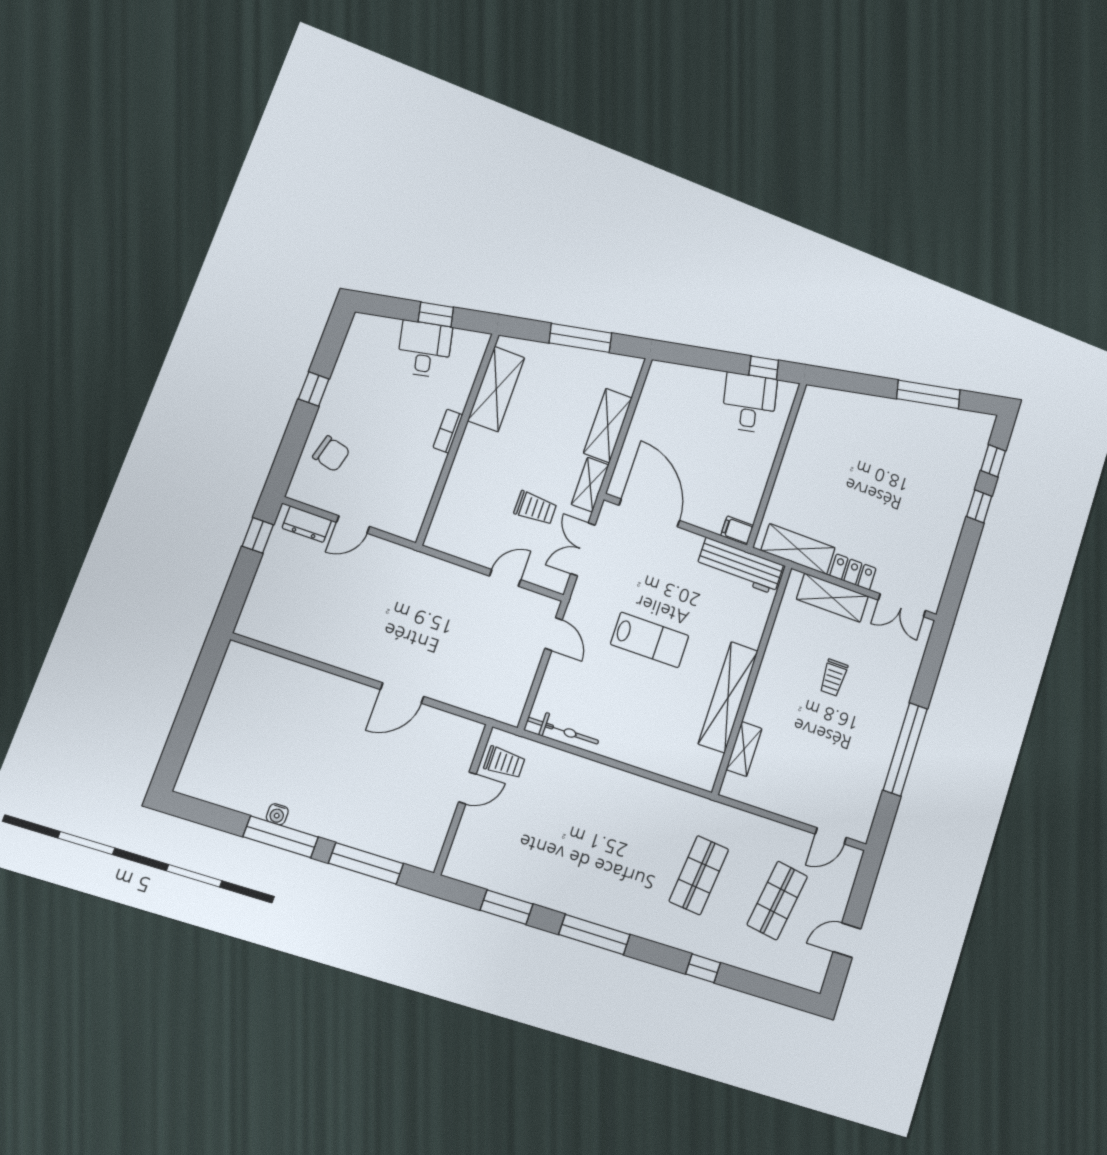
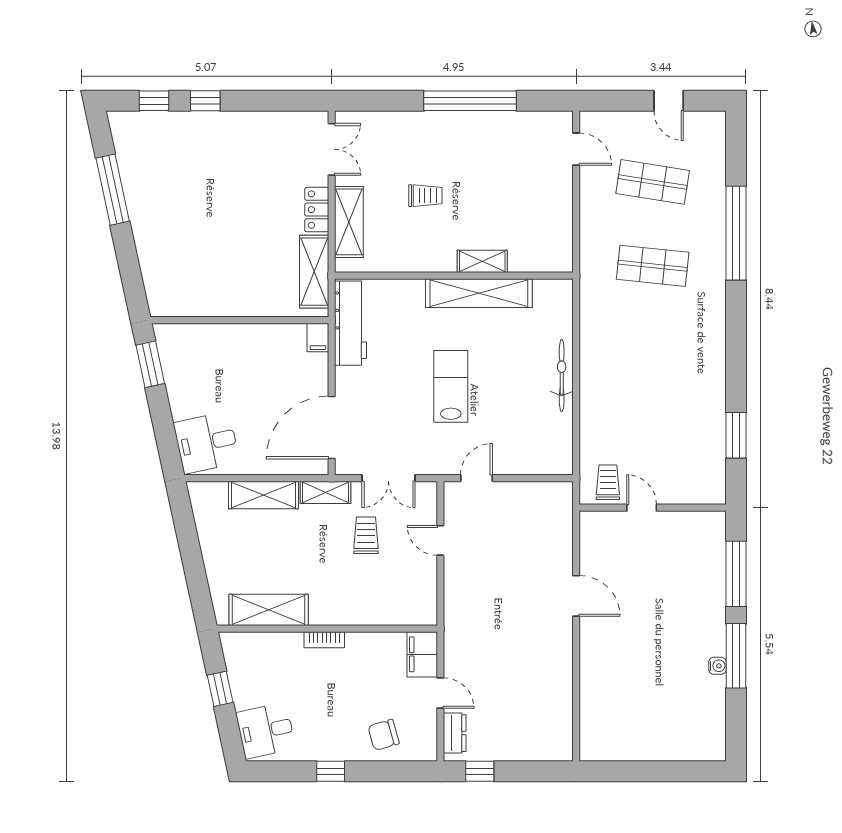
window: (580, 338) -> (190, 549), removed
desk: (424, 349) -> (266, 731), moved
window: (764, 368) -> (150, 364), width x1.50
desk: (749, 403) -> (207, 442), moved
chair: (331, 454) -> (384, 735), turned -120
filing cabinet: (399, 520) -> (422, 654), added
bicycle: (563, 731) -> (562, 375), moved
shelving: (744, 749) -> (482, 261), moved
window: (594, 934) -> (736, 346), removed
window: (703, 968) -> (736, 233), width x3.17

